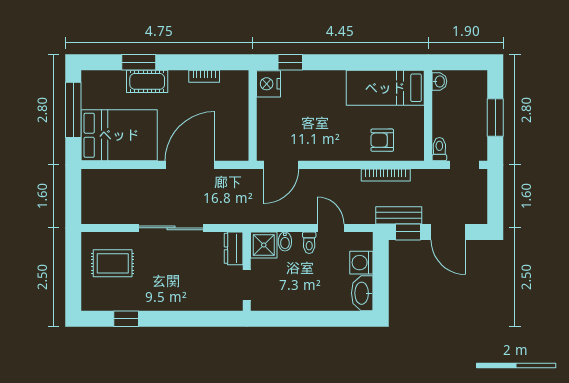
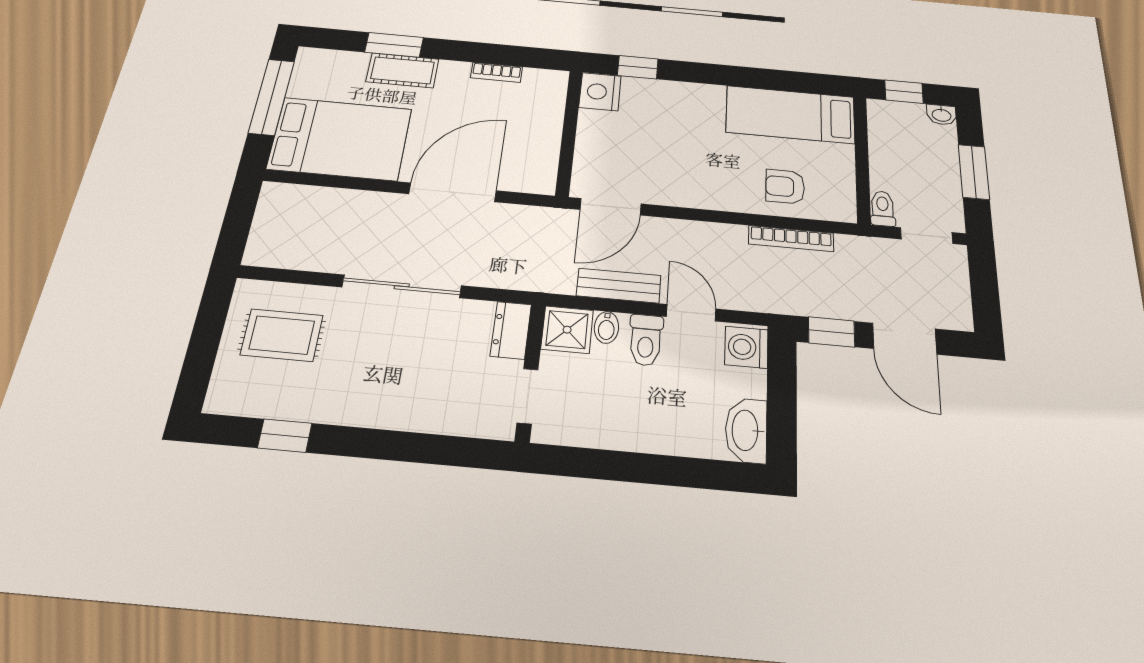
window: (456, 62) -> (904, 92), added
washbasin: (439, 81) -> (941, 115), moved, turned 90
bench: (399, 215) -> (619, 286), moved
toilet: (309, 243) -> (646, 340), width x1.37, depth x1.39
washing machine: (361, 263) -> (746, 347), moved

